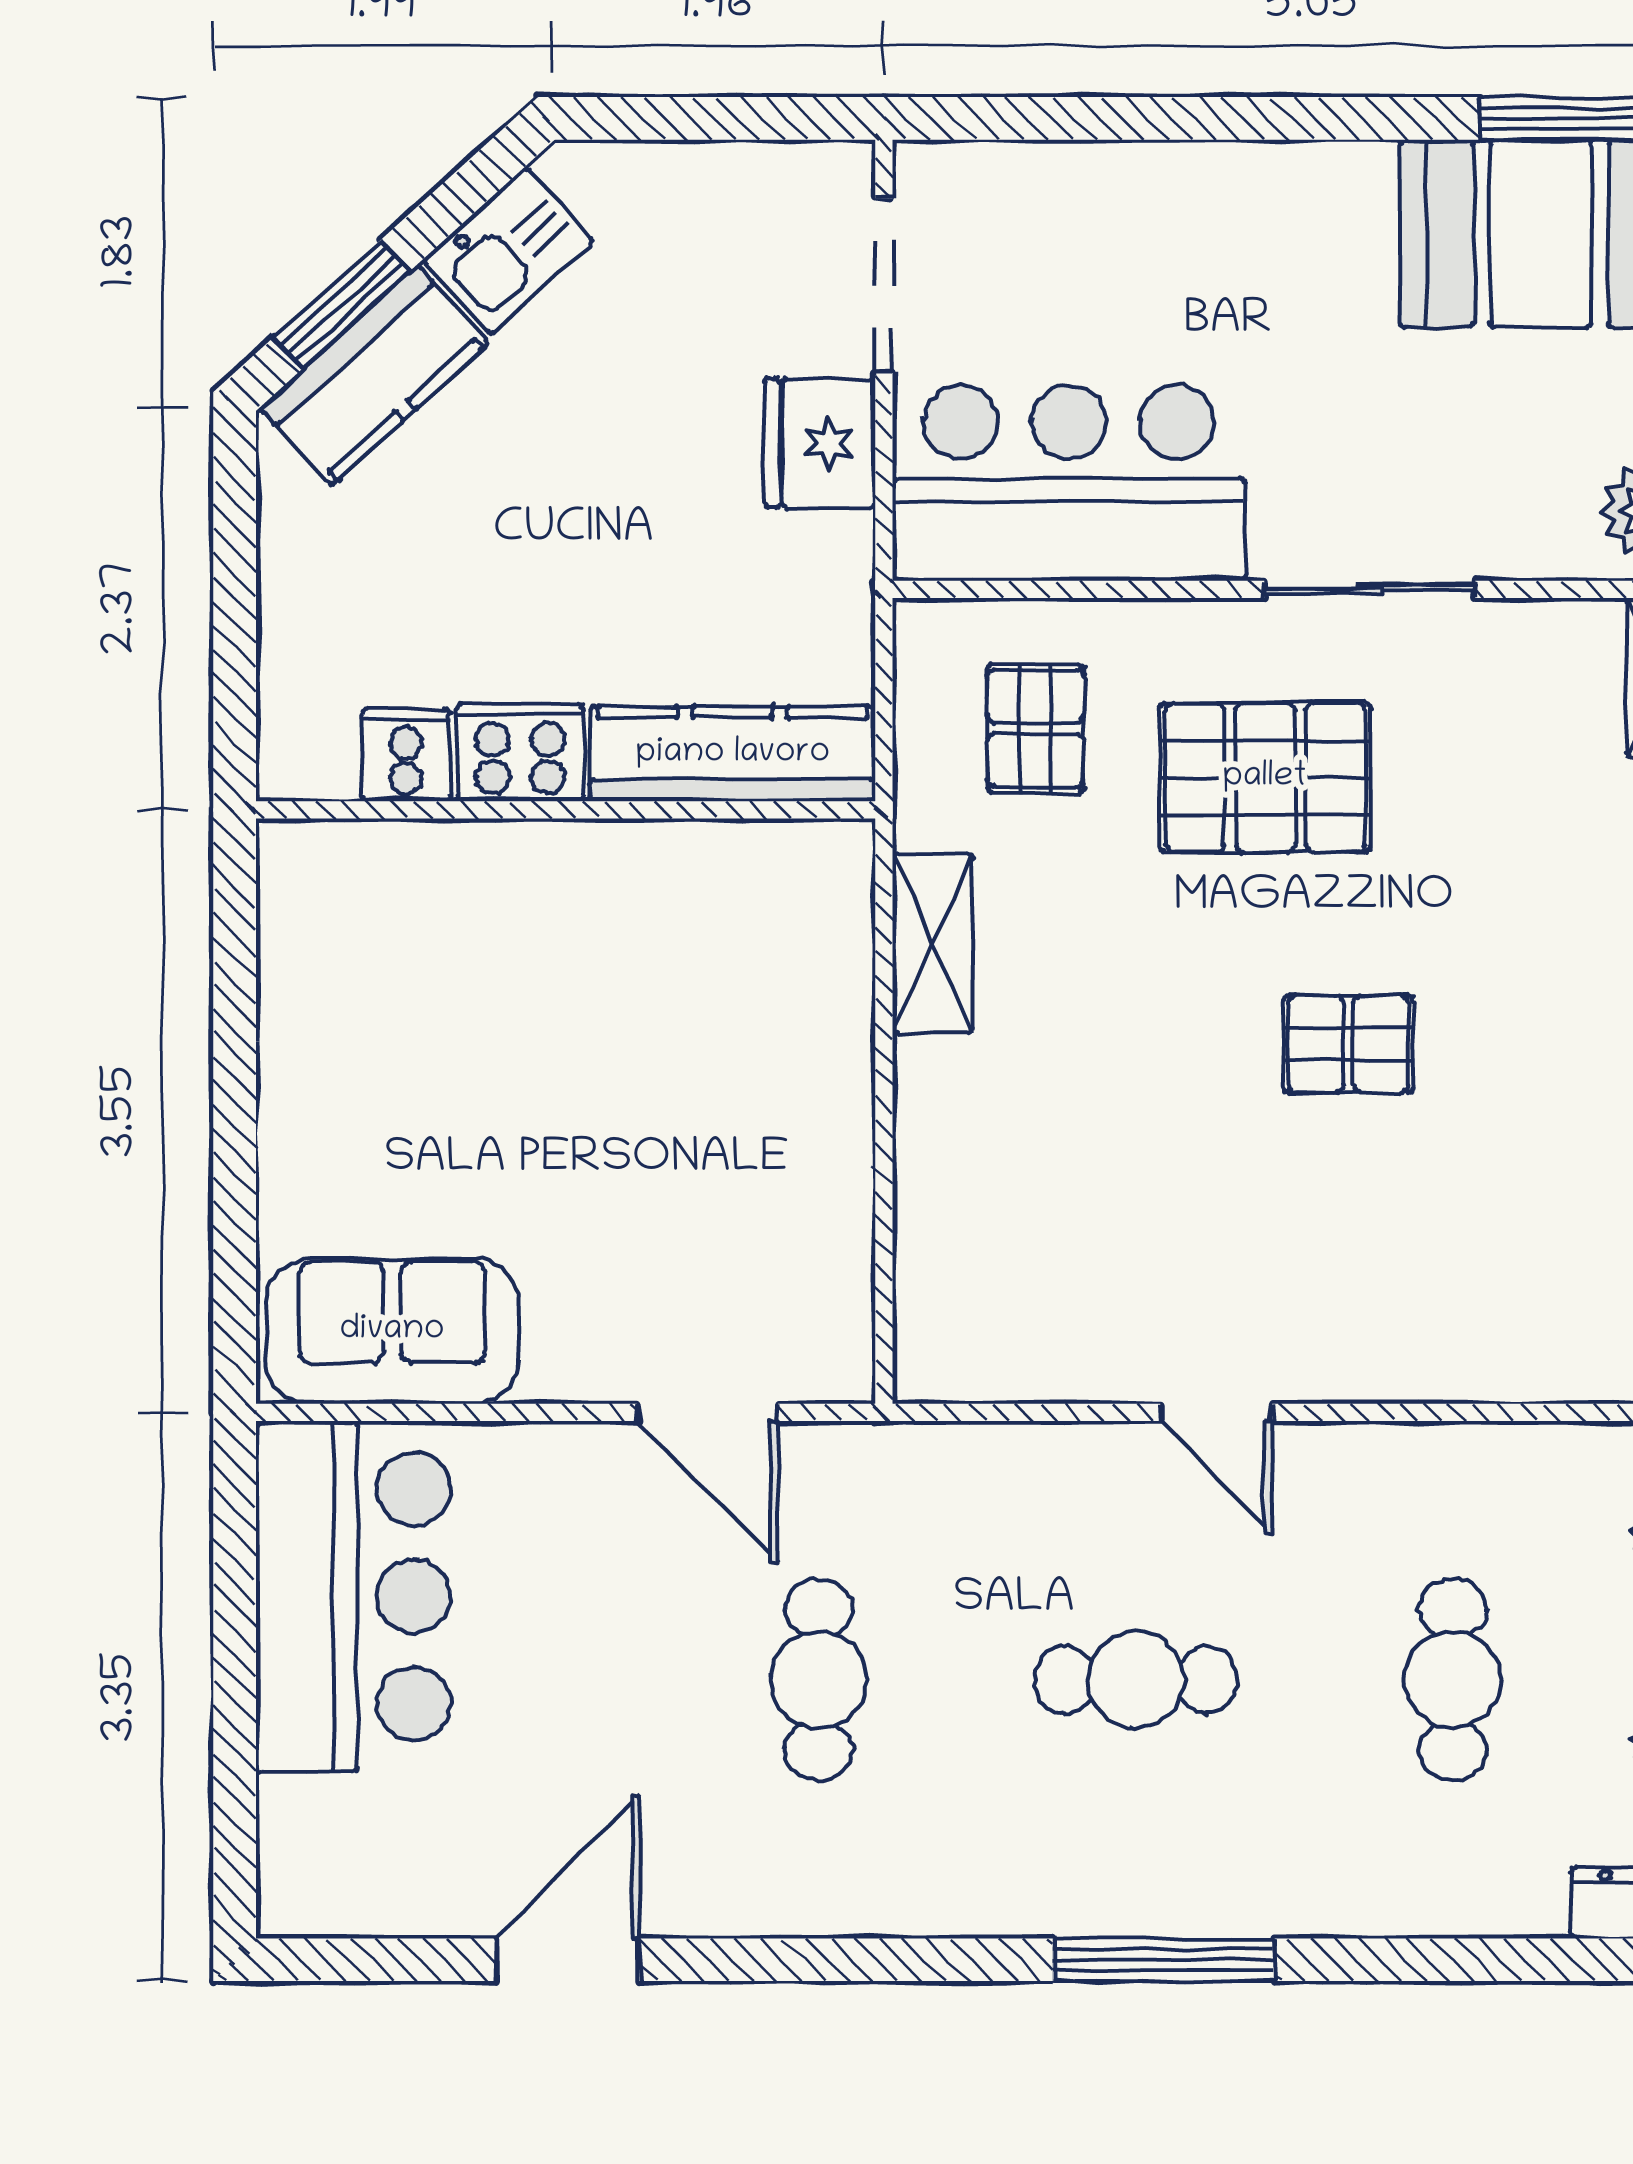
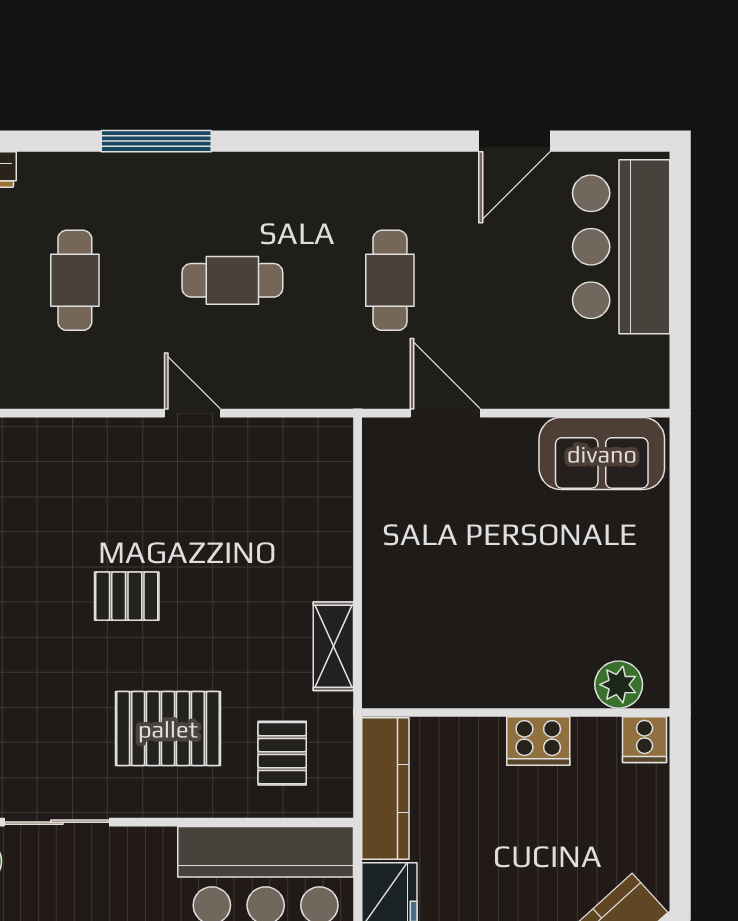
sliding door: (1370, 589) -> (57, 822), moved
kitchen counter: (733, 754) -> (385, 789), moved, turned -90
cooker: (406, 755) -> (645, 740), moved
plant: (358, 866) -> (619, 685), added
bar counter: (353, 1596) -> (621, 247), moved
window: (1164, 1960) -> (156, 141), moved

